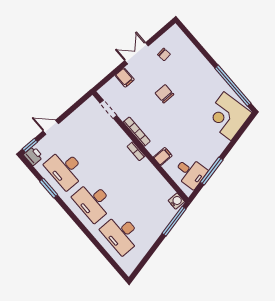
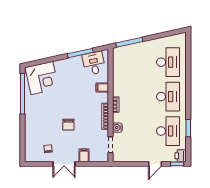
door: (51, 127) -> (155, 164), hinge flipped
water cooler: (176, 201) -> (117, 128), moved

